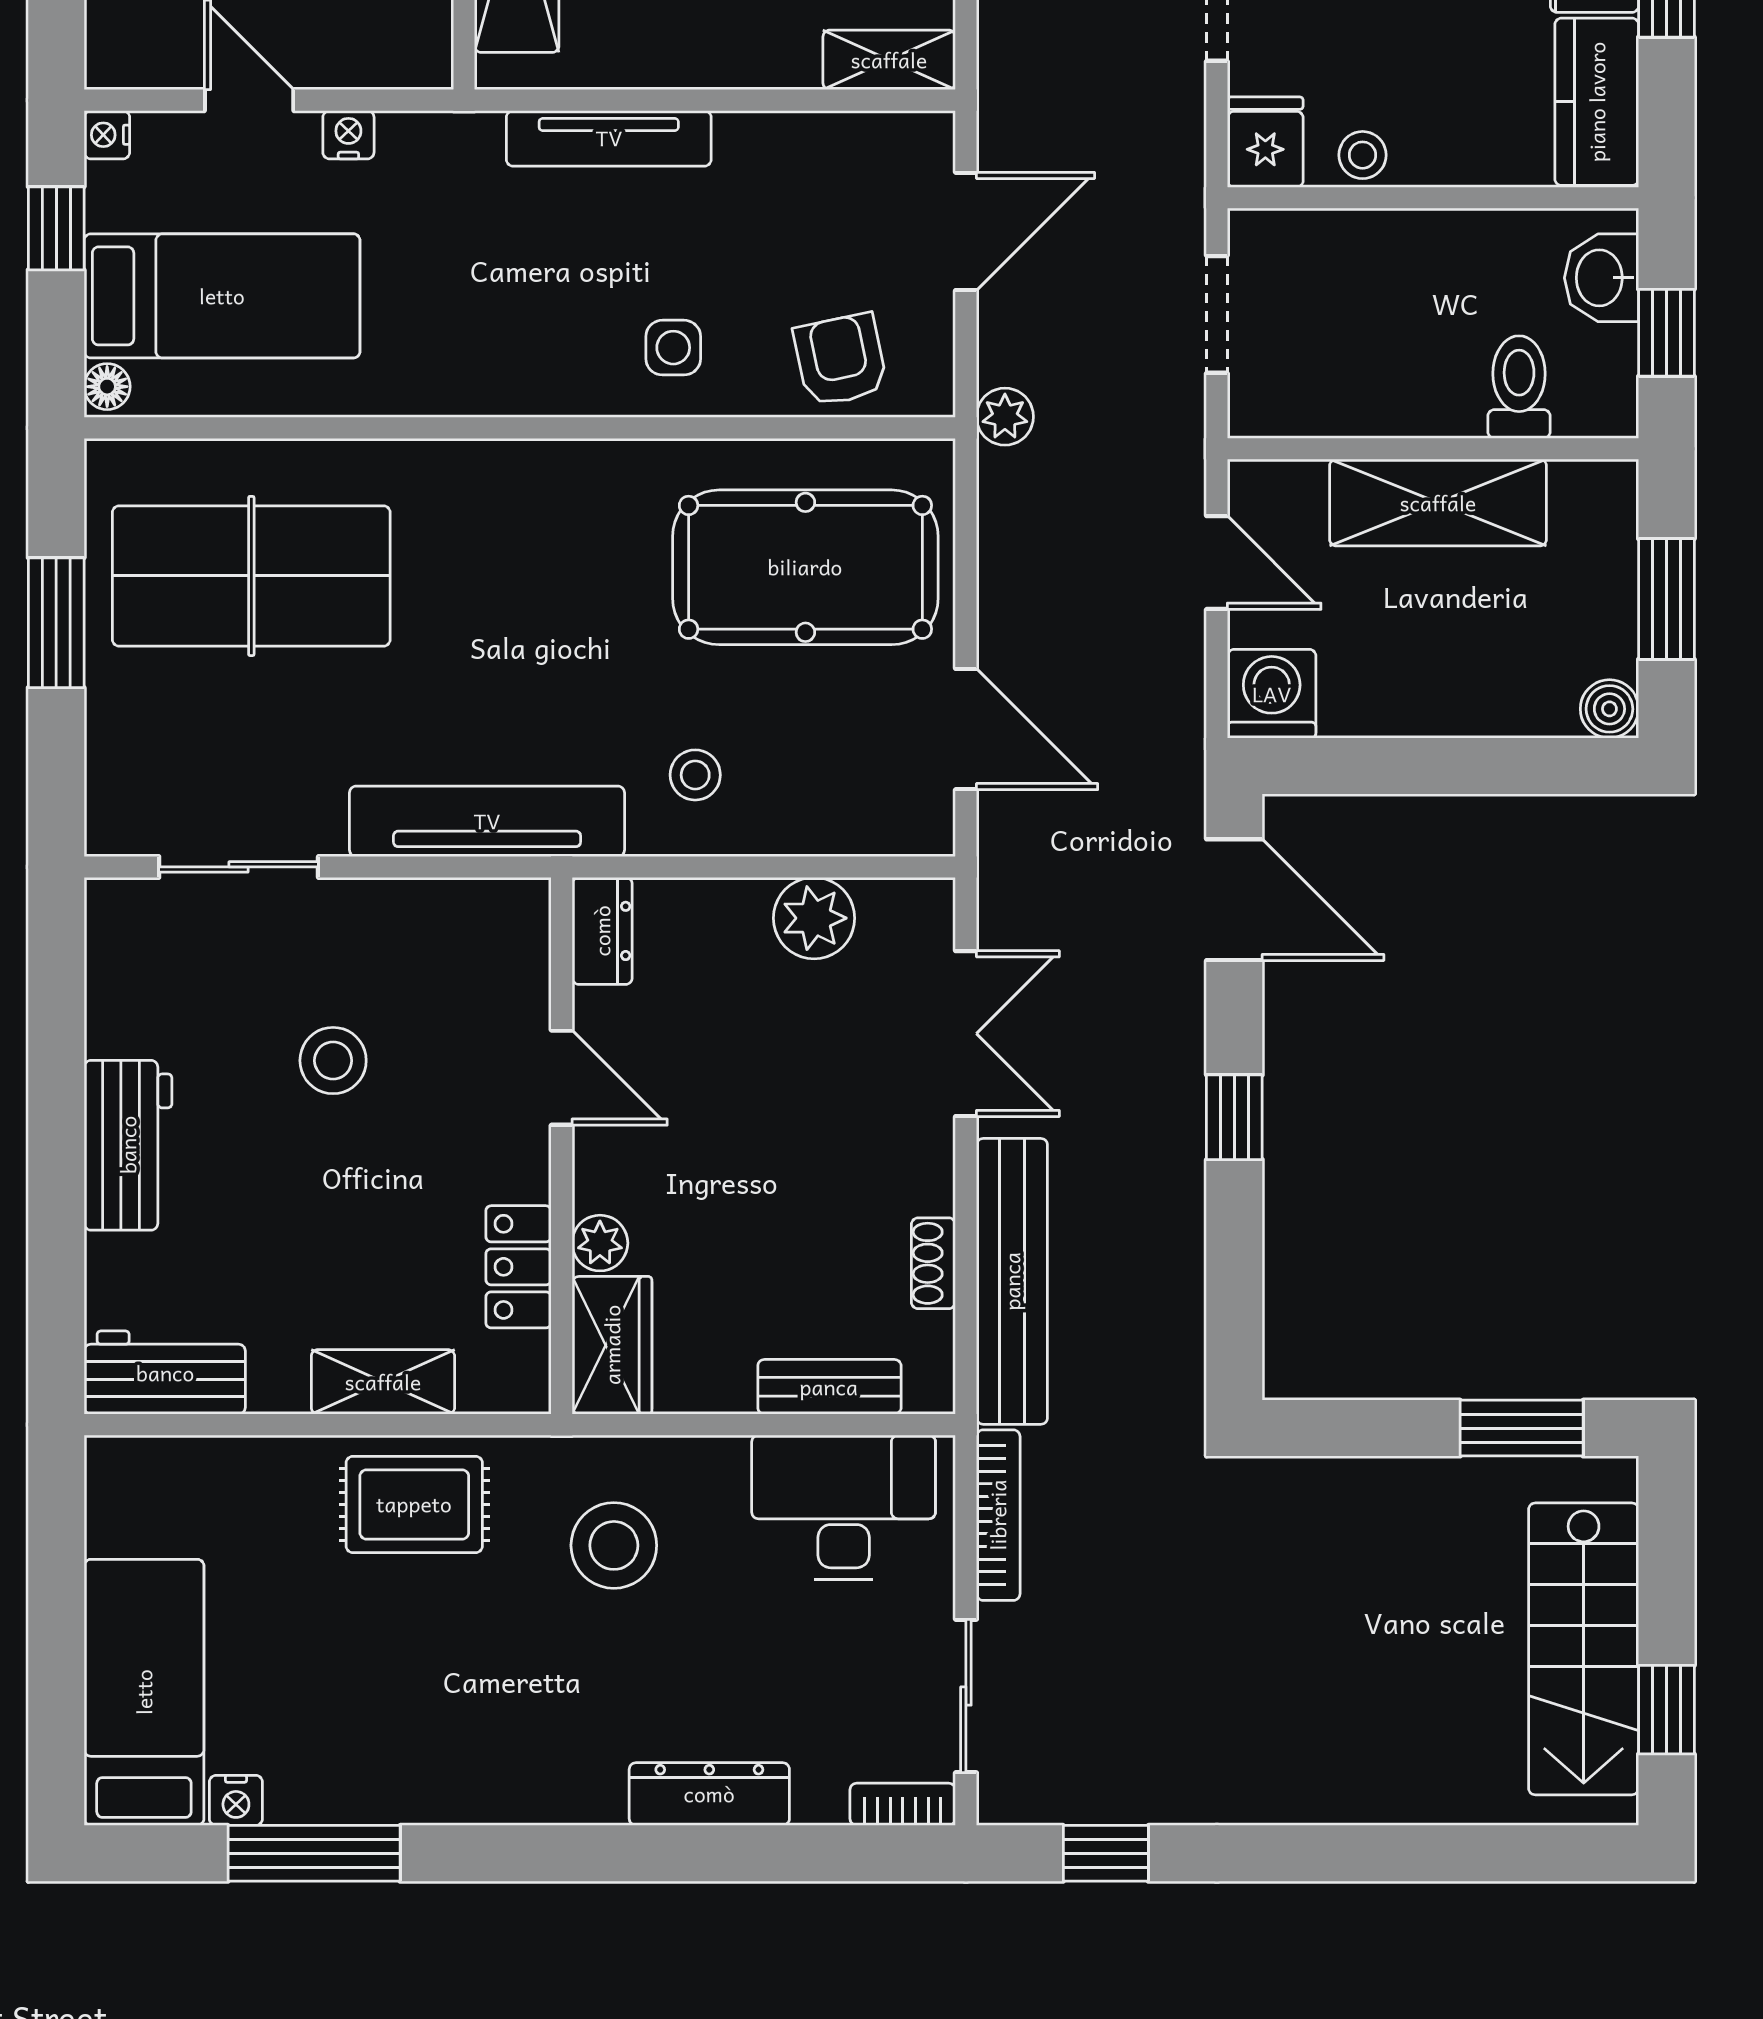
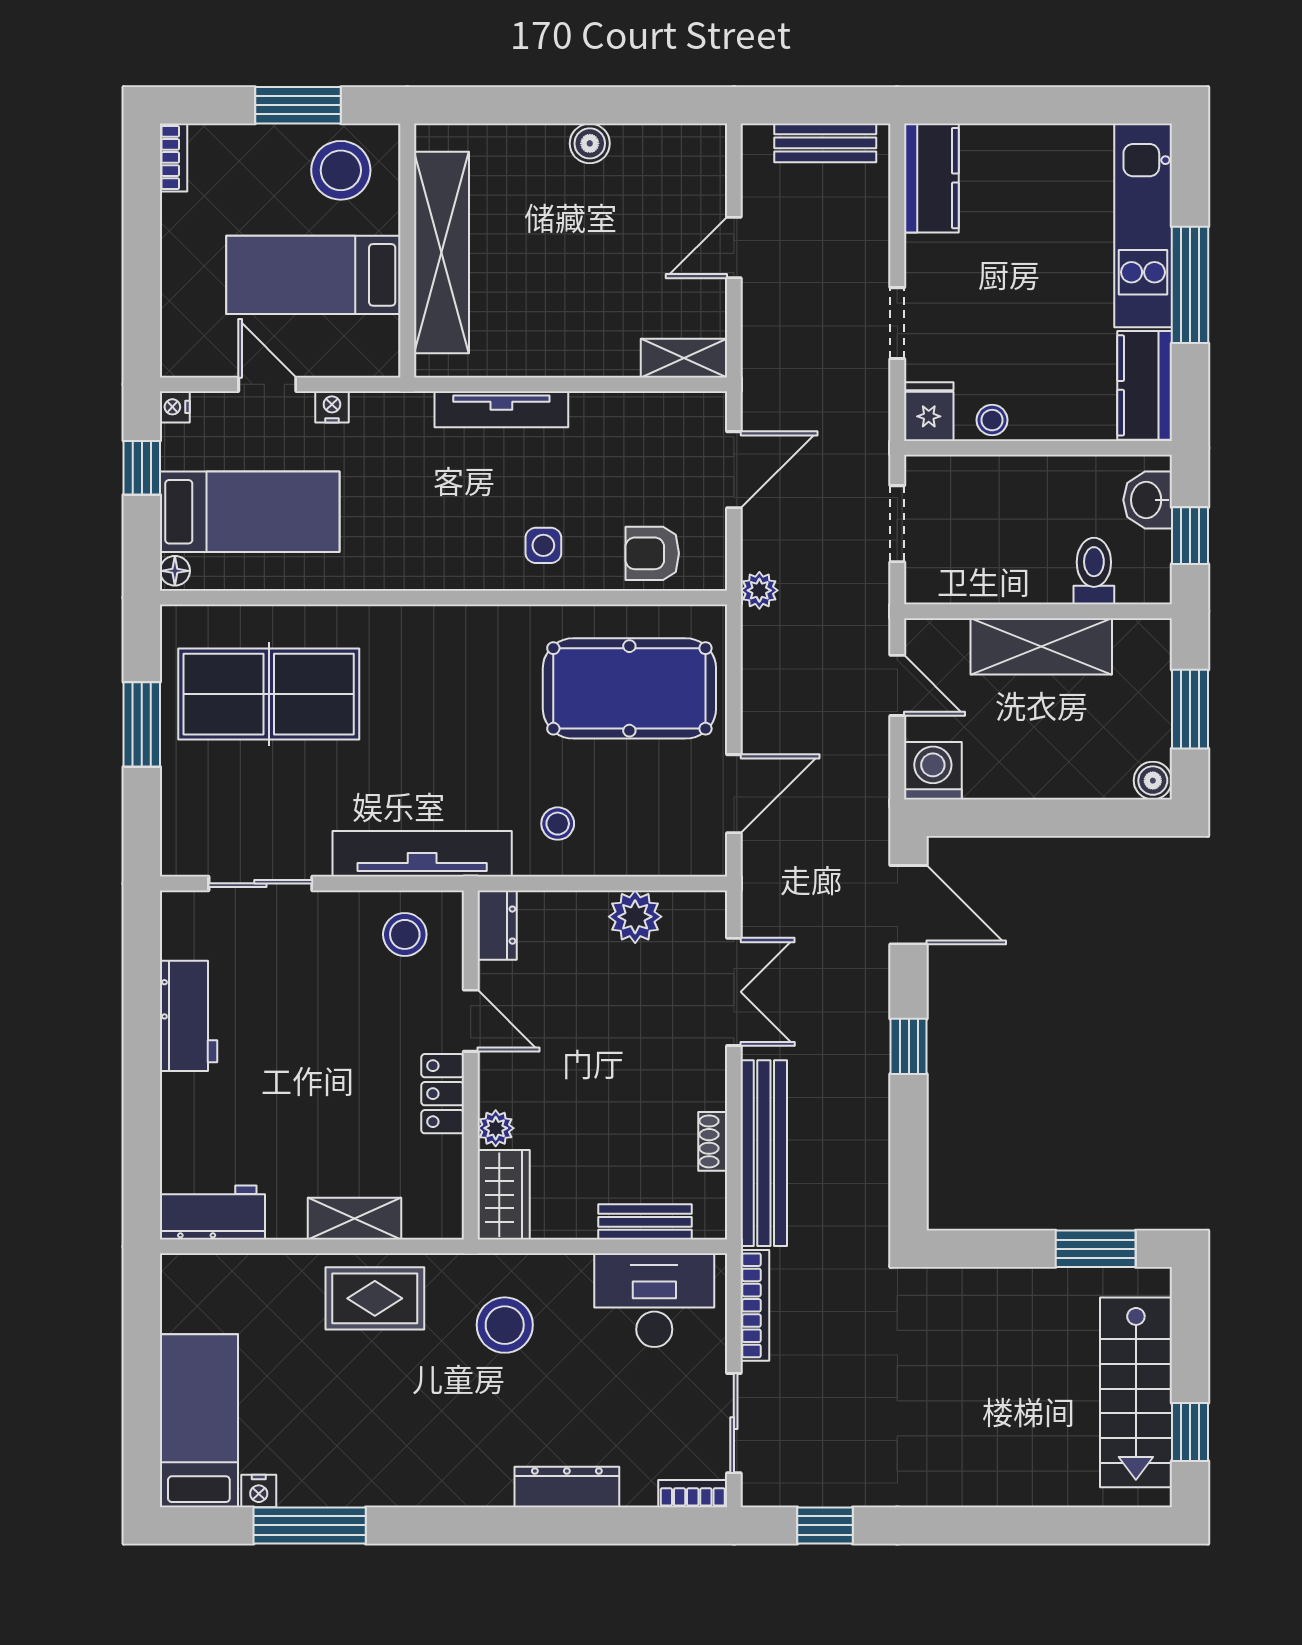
armchair: (841, 360) -> (652, 553), turned -78
door: (966, 729) -> (734, 794), hinge flipped
stool: (333, 1061) -> (405, 934), moved
workbench: (128, 1145) -> (188, 1016), moved
locker: (519, 1267) -> (443, 1094), moved

